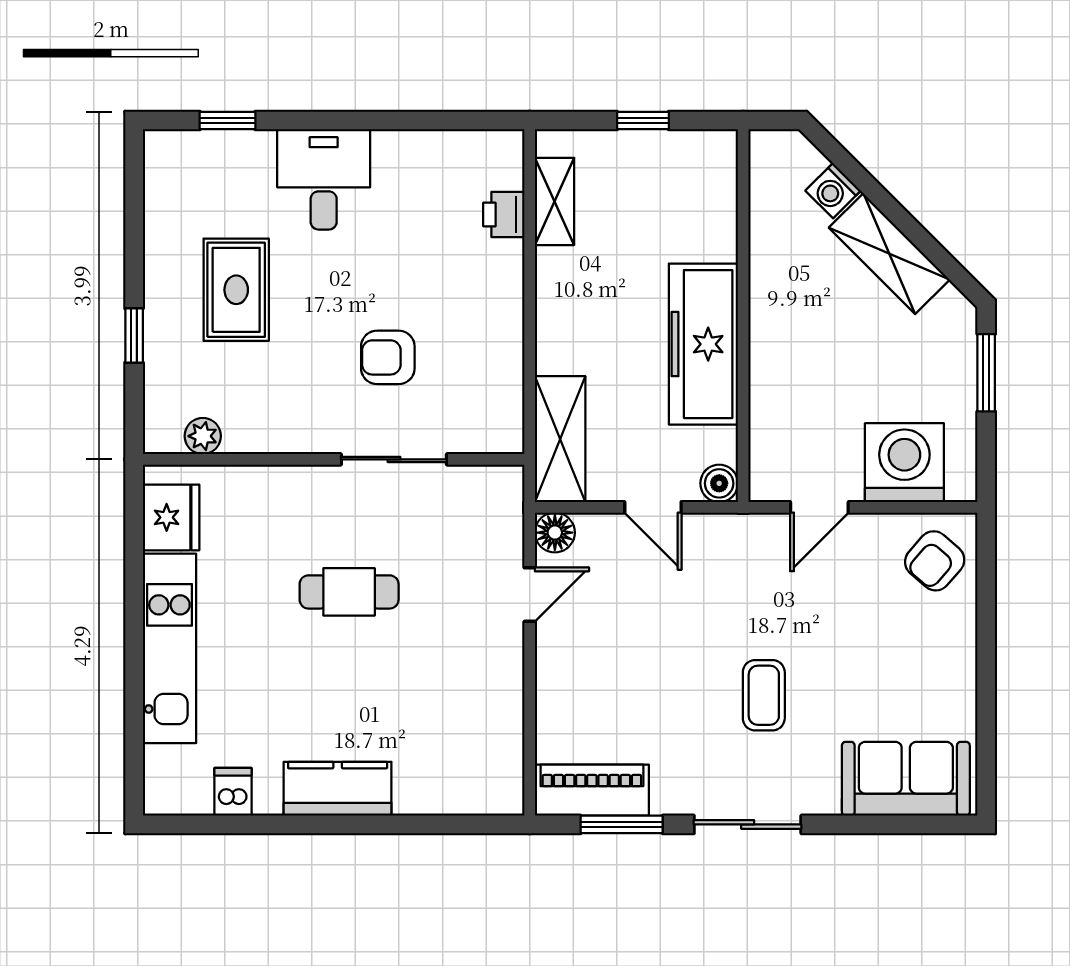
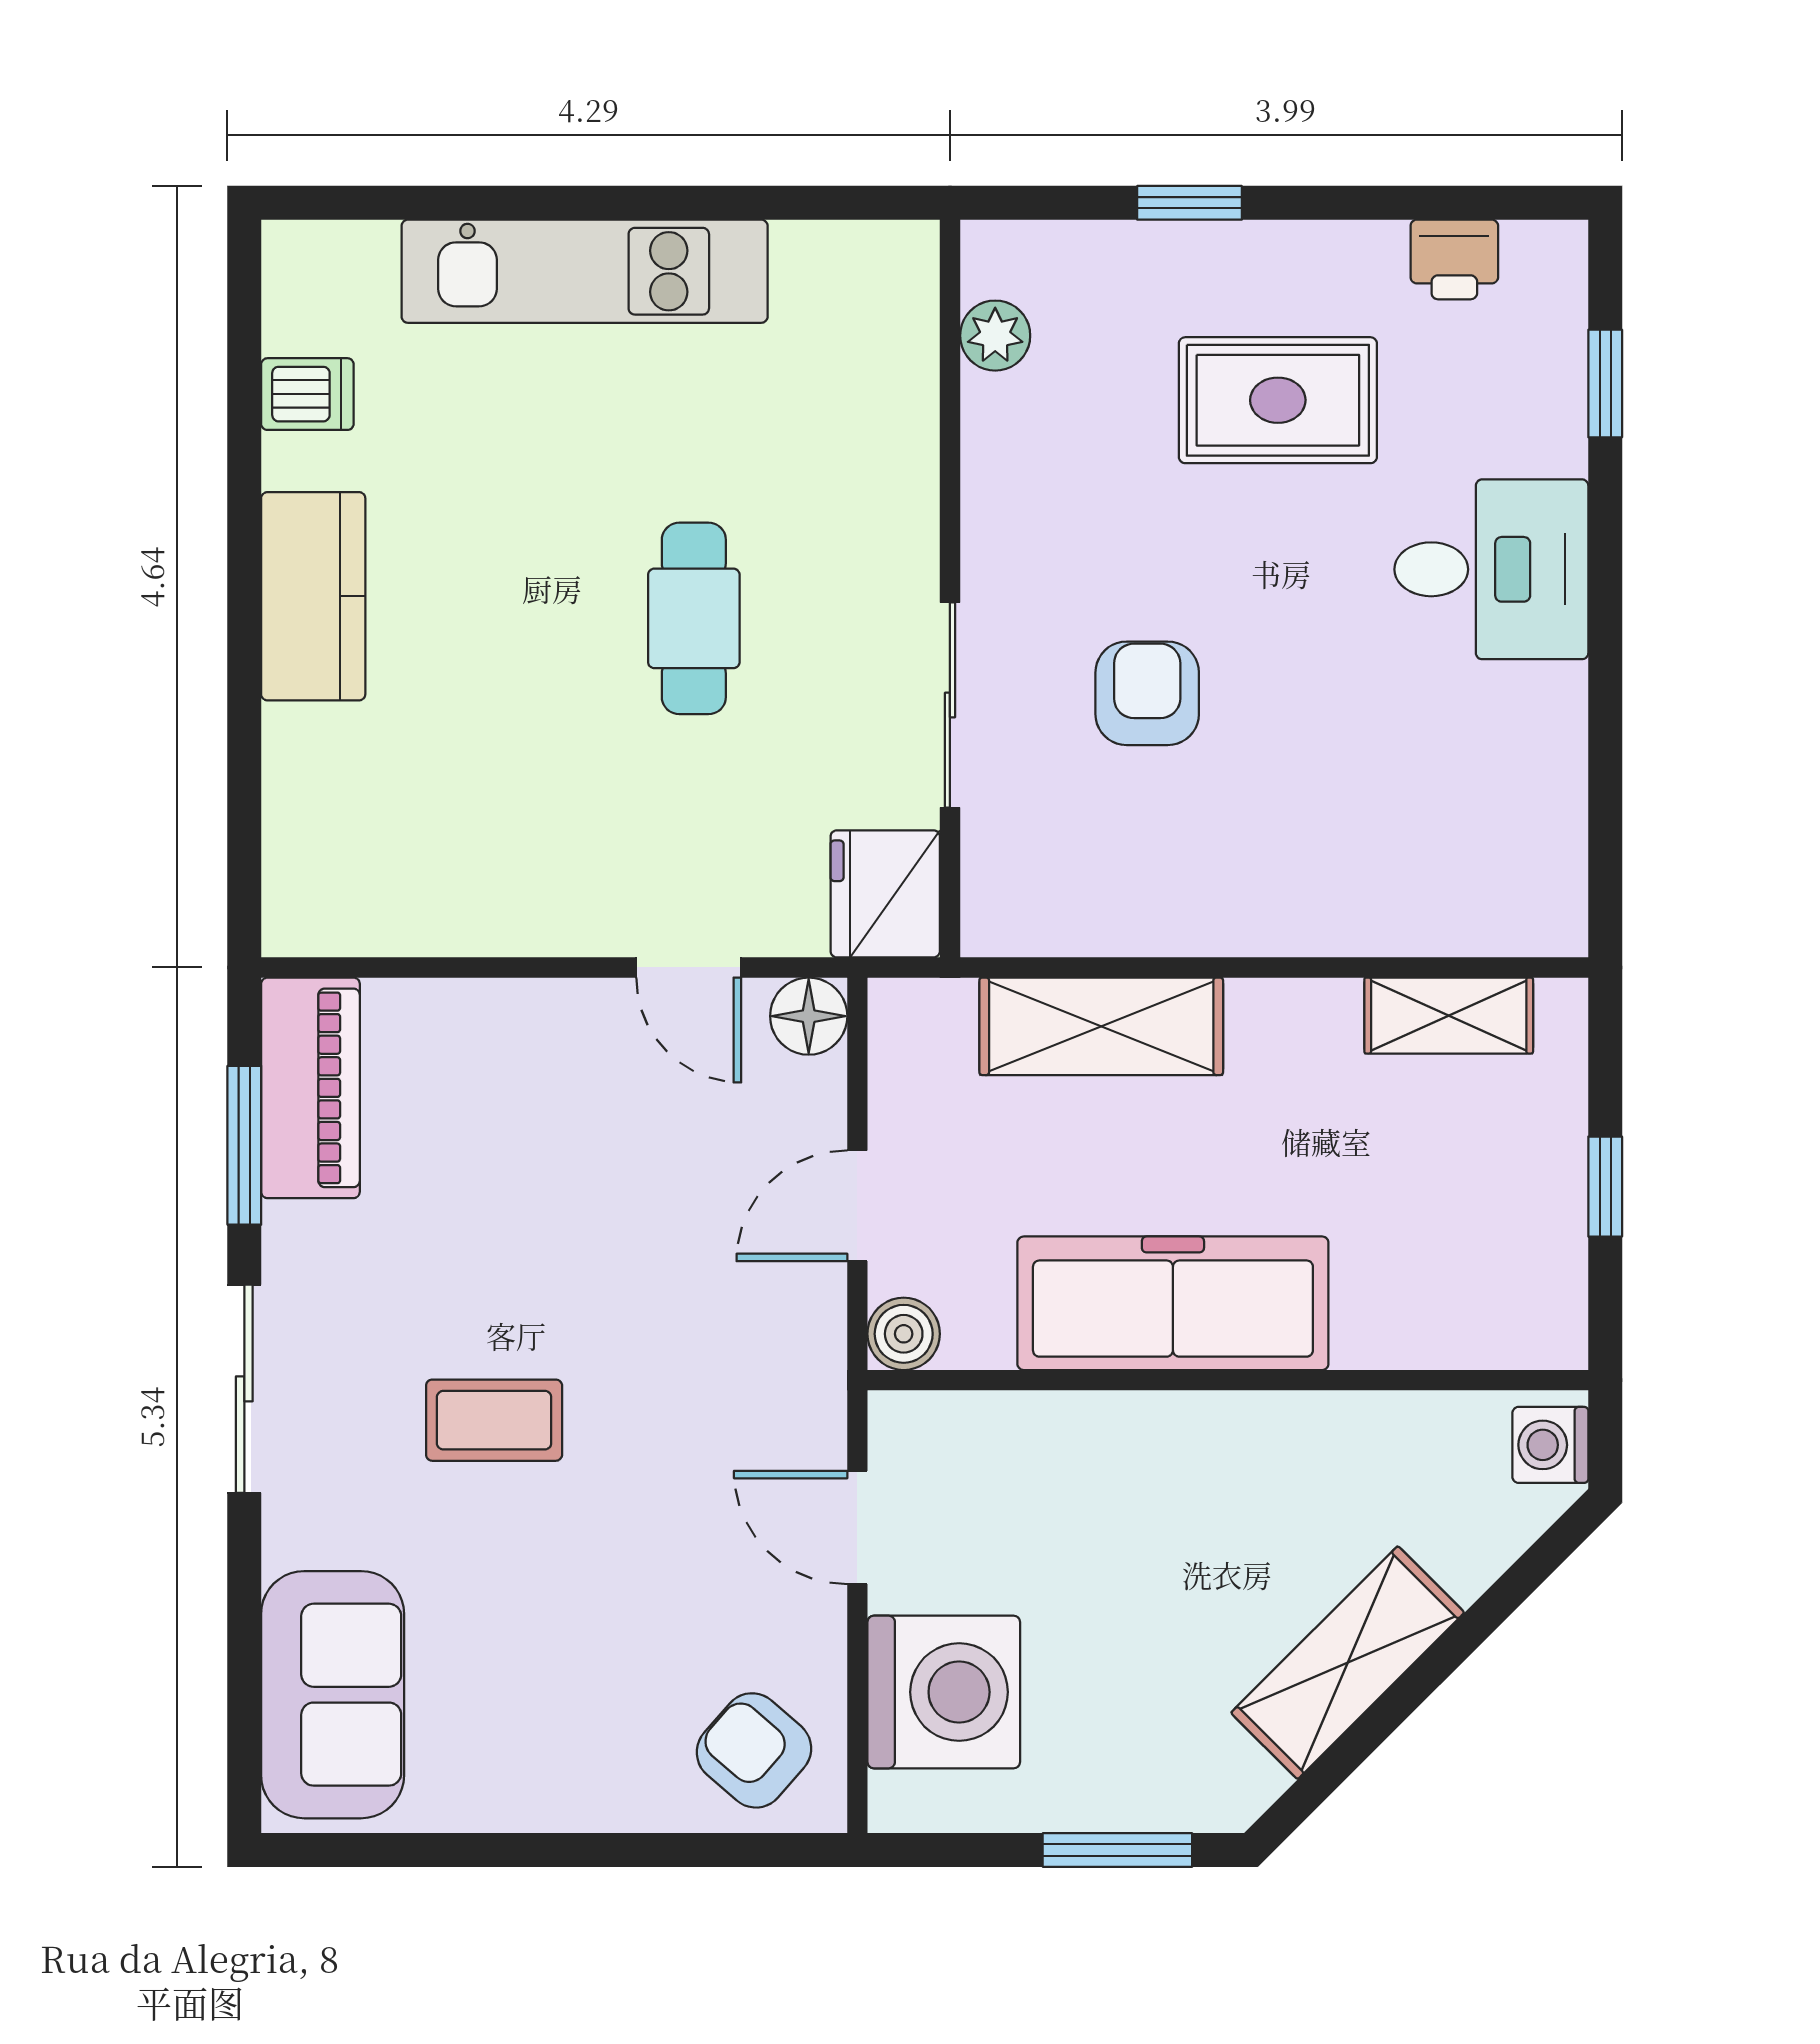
washing machine: (833, 191) -> (1550, 1445), moved, turned -45
printer: (504, 215) -> (1454, 259), moved, turned 180
shelving: (560, 439) -> (1101, 1026), moved
fridge: (171, 517) -> (885, 894), moved, turned 90

